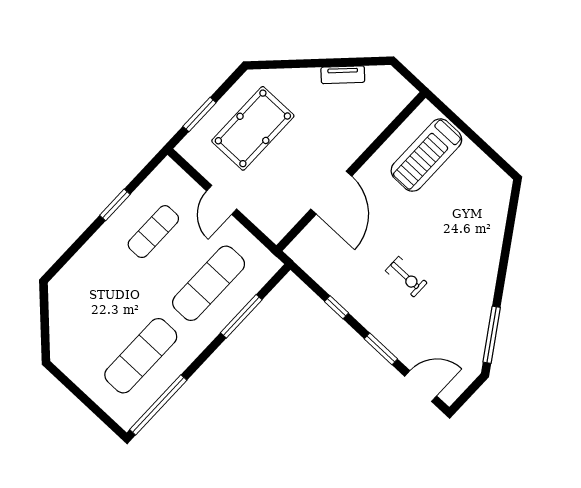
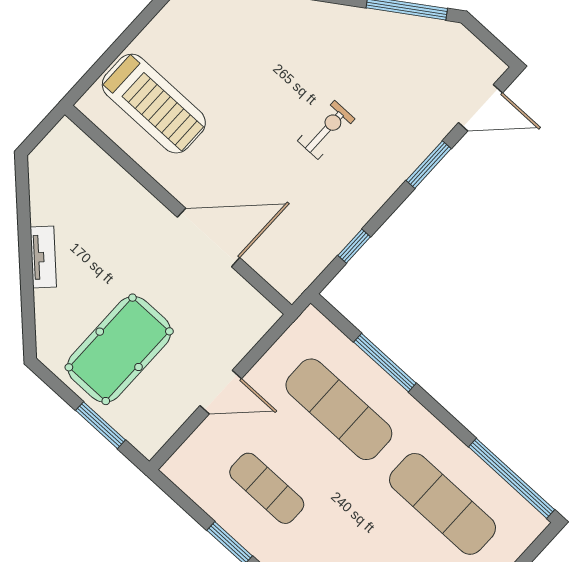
tv unit: (343, 75) -> (43, 257), moved
pool table: (253, 128) -> (119, 349), turned 90
window: (336, 307) -> (354, 246), moved
door: (421, 386) -> (480, 108), swing flipped

